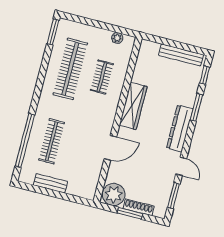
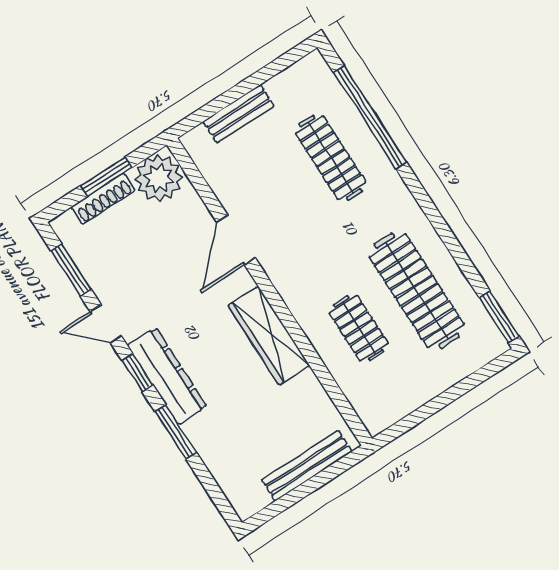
plant: (117, 38) -> (398, 408), removed
bench: (181, 55) -> (307, 466), moved
window: (205, 75) -> (137, 373), moved
bench: (50, 183) -> (239, 114), moved

